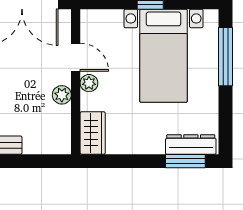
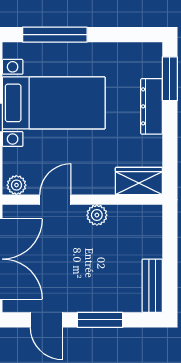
plant: (89, 83) -> (16, 185), moved
dresser: (191, 145) -> (152, 106), moved

